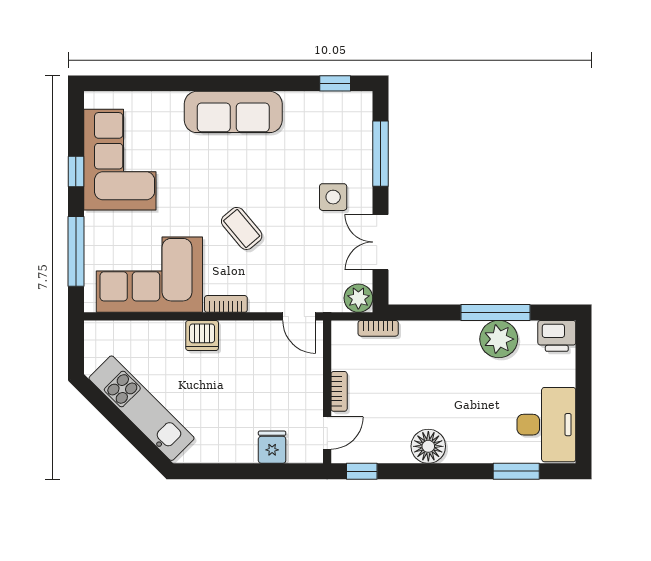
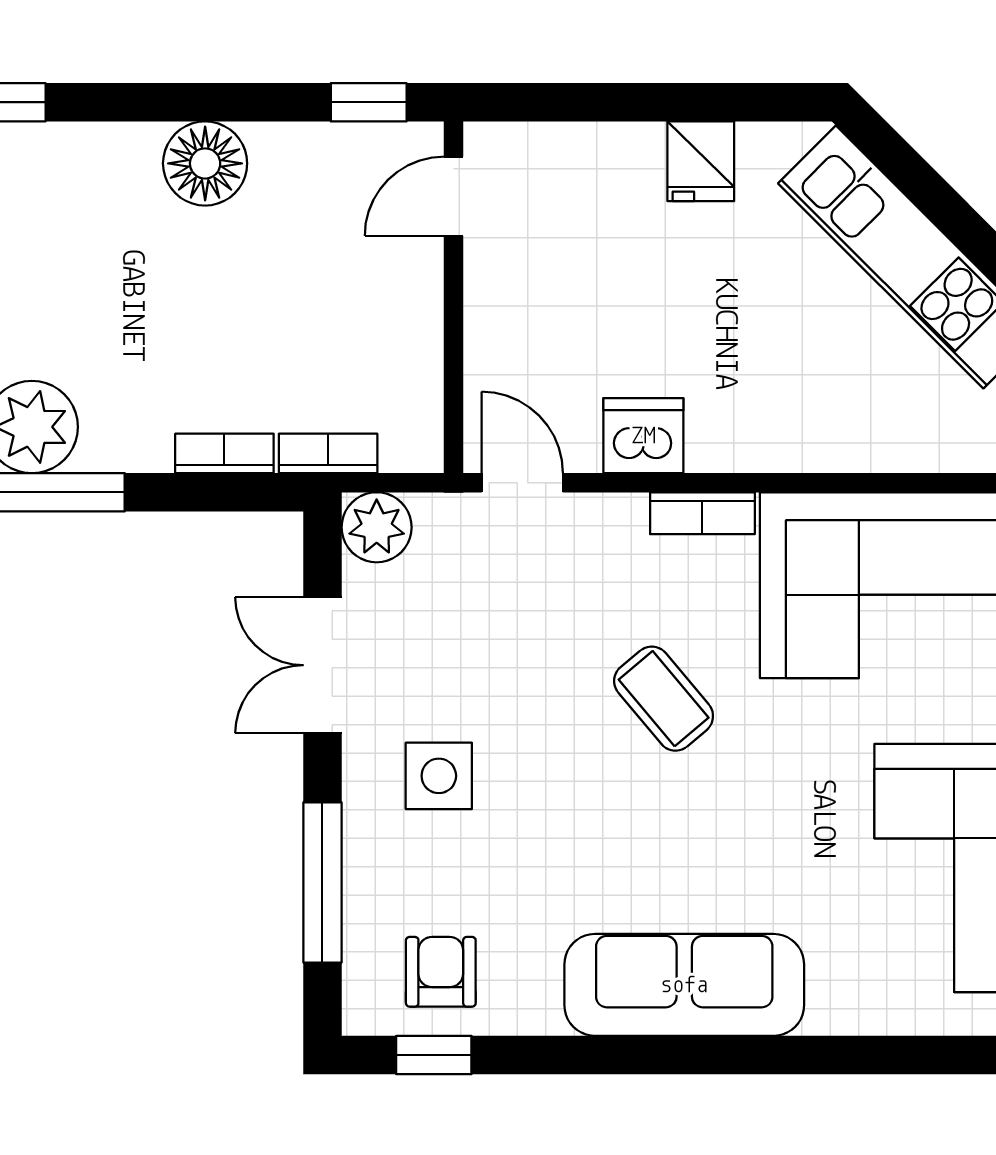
armchair: (332, 117) -> (441, 972), added
double door: (380, 242) -> (322, 665), swing flipped
dishwasher: (202, 335) -> (643, 436), moved
bookcase: (339, 391) -> (224, 453), moved, turned 90
fridge: (272, 447) -> (701, 161), moved

